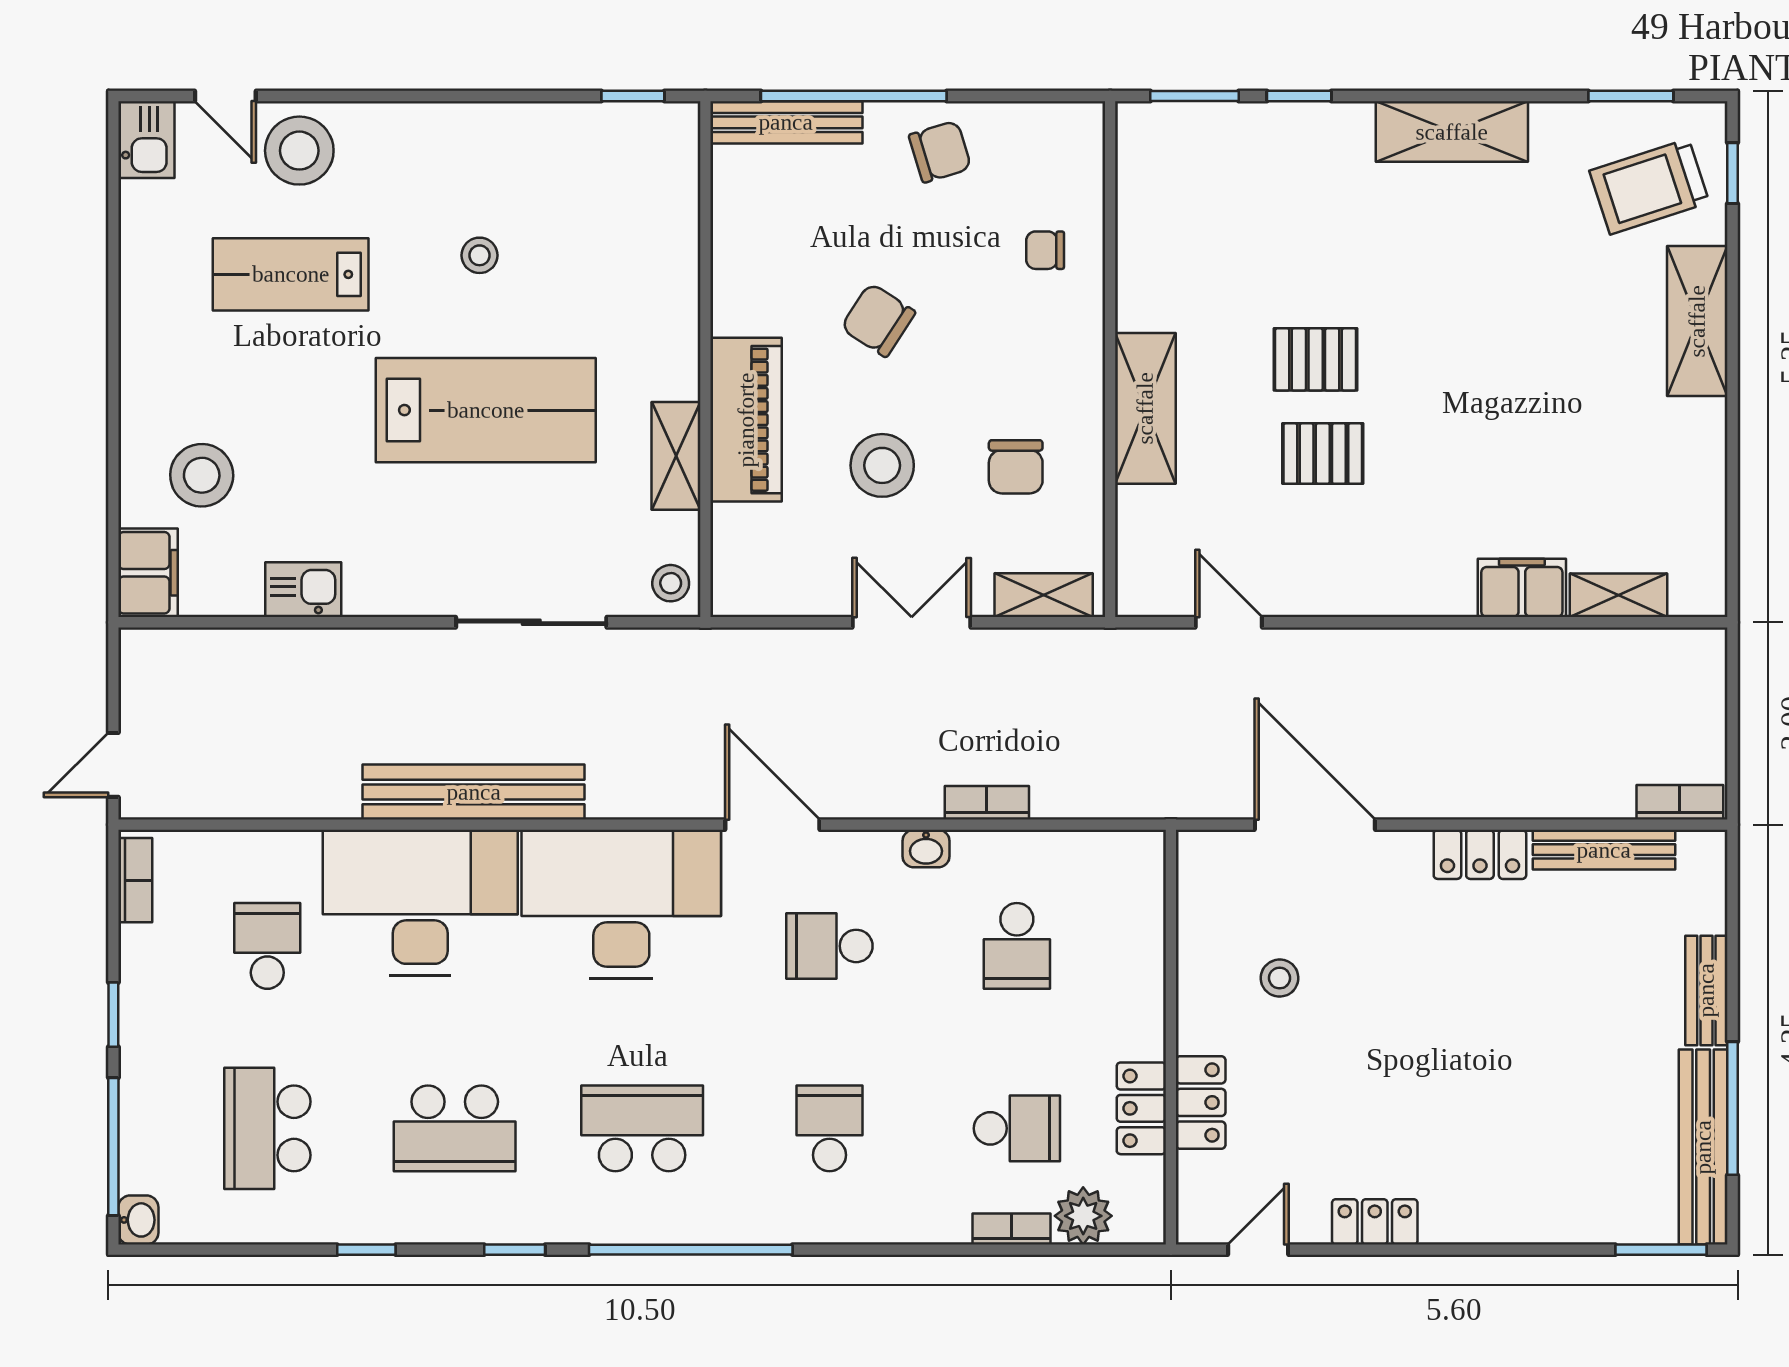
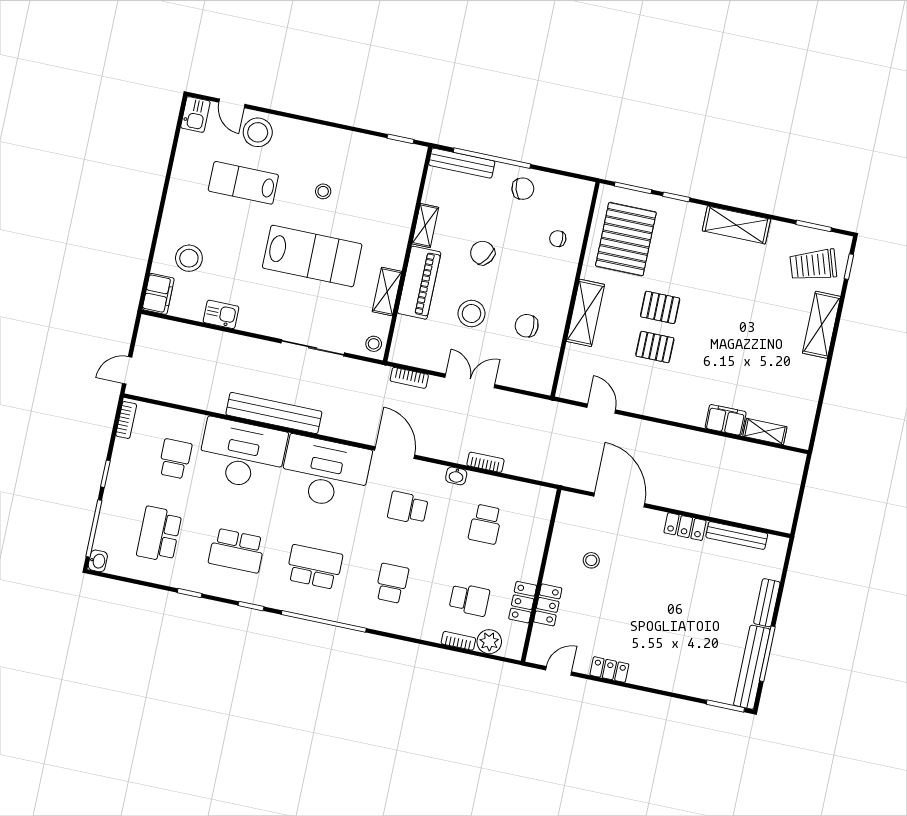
pallet: (1203, 218) -> (626, 239), added
chair: (1016, 467) -> (527, 326), turned 90
shelving: (1044, 595) -> (425, 226), moved, turned 90
bookcase: (1680, 802) -> (409, 378), moved, turned 180

